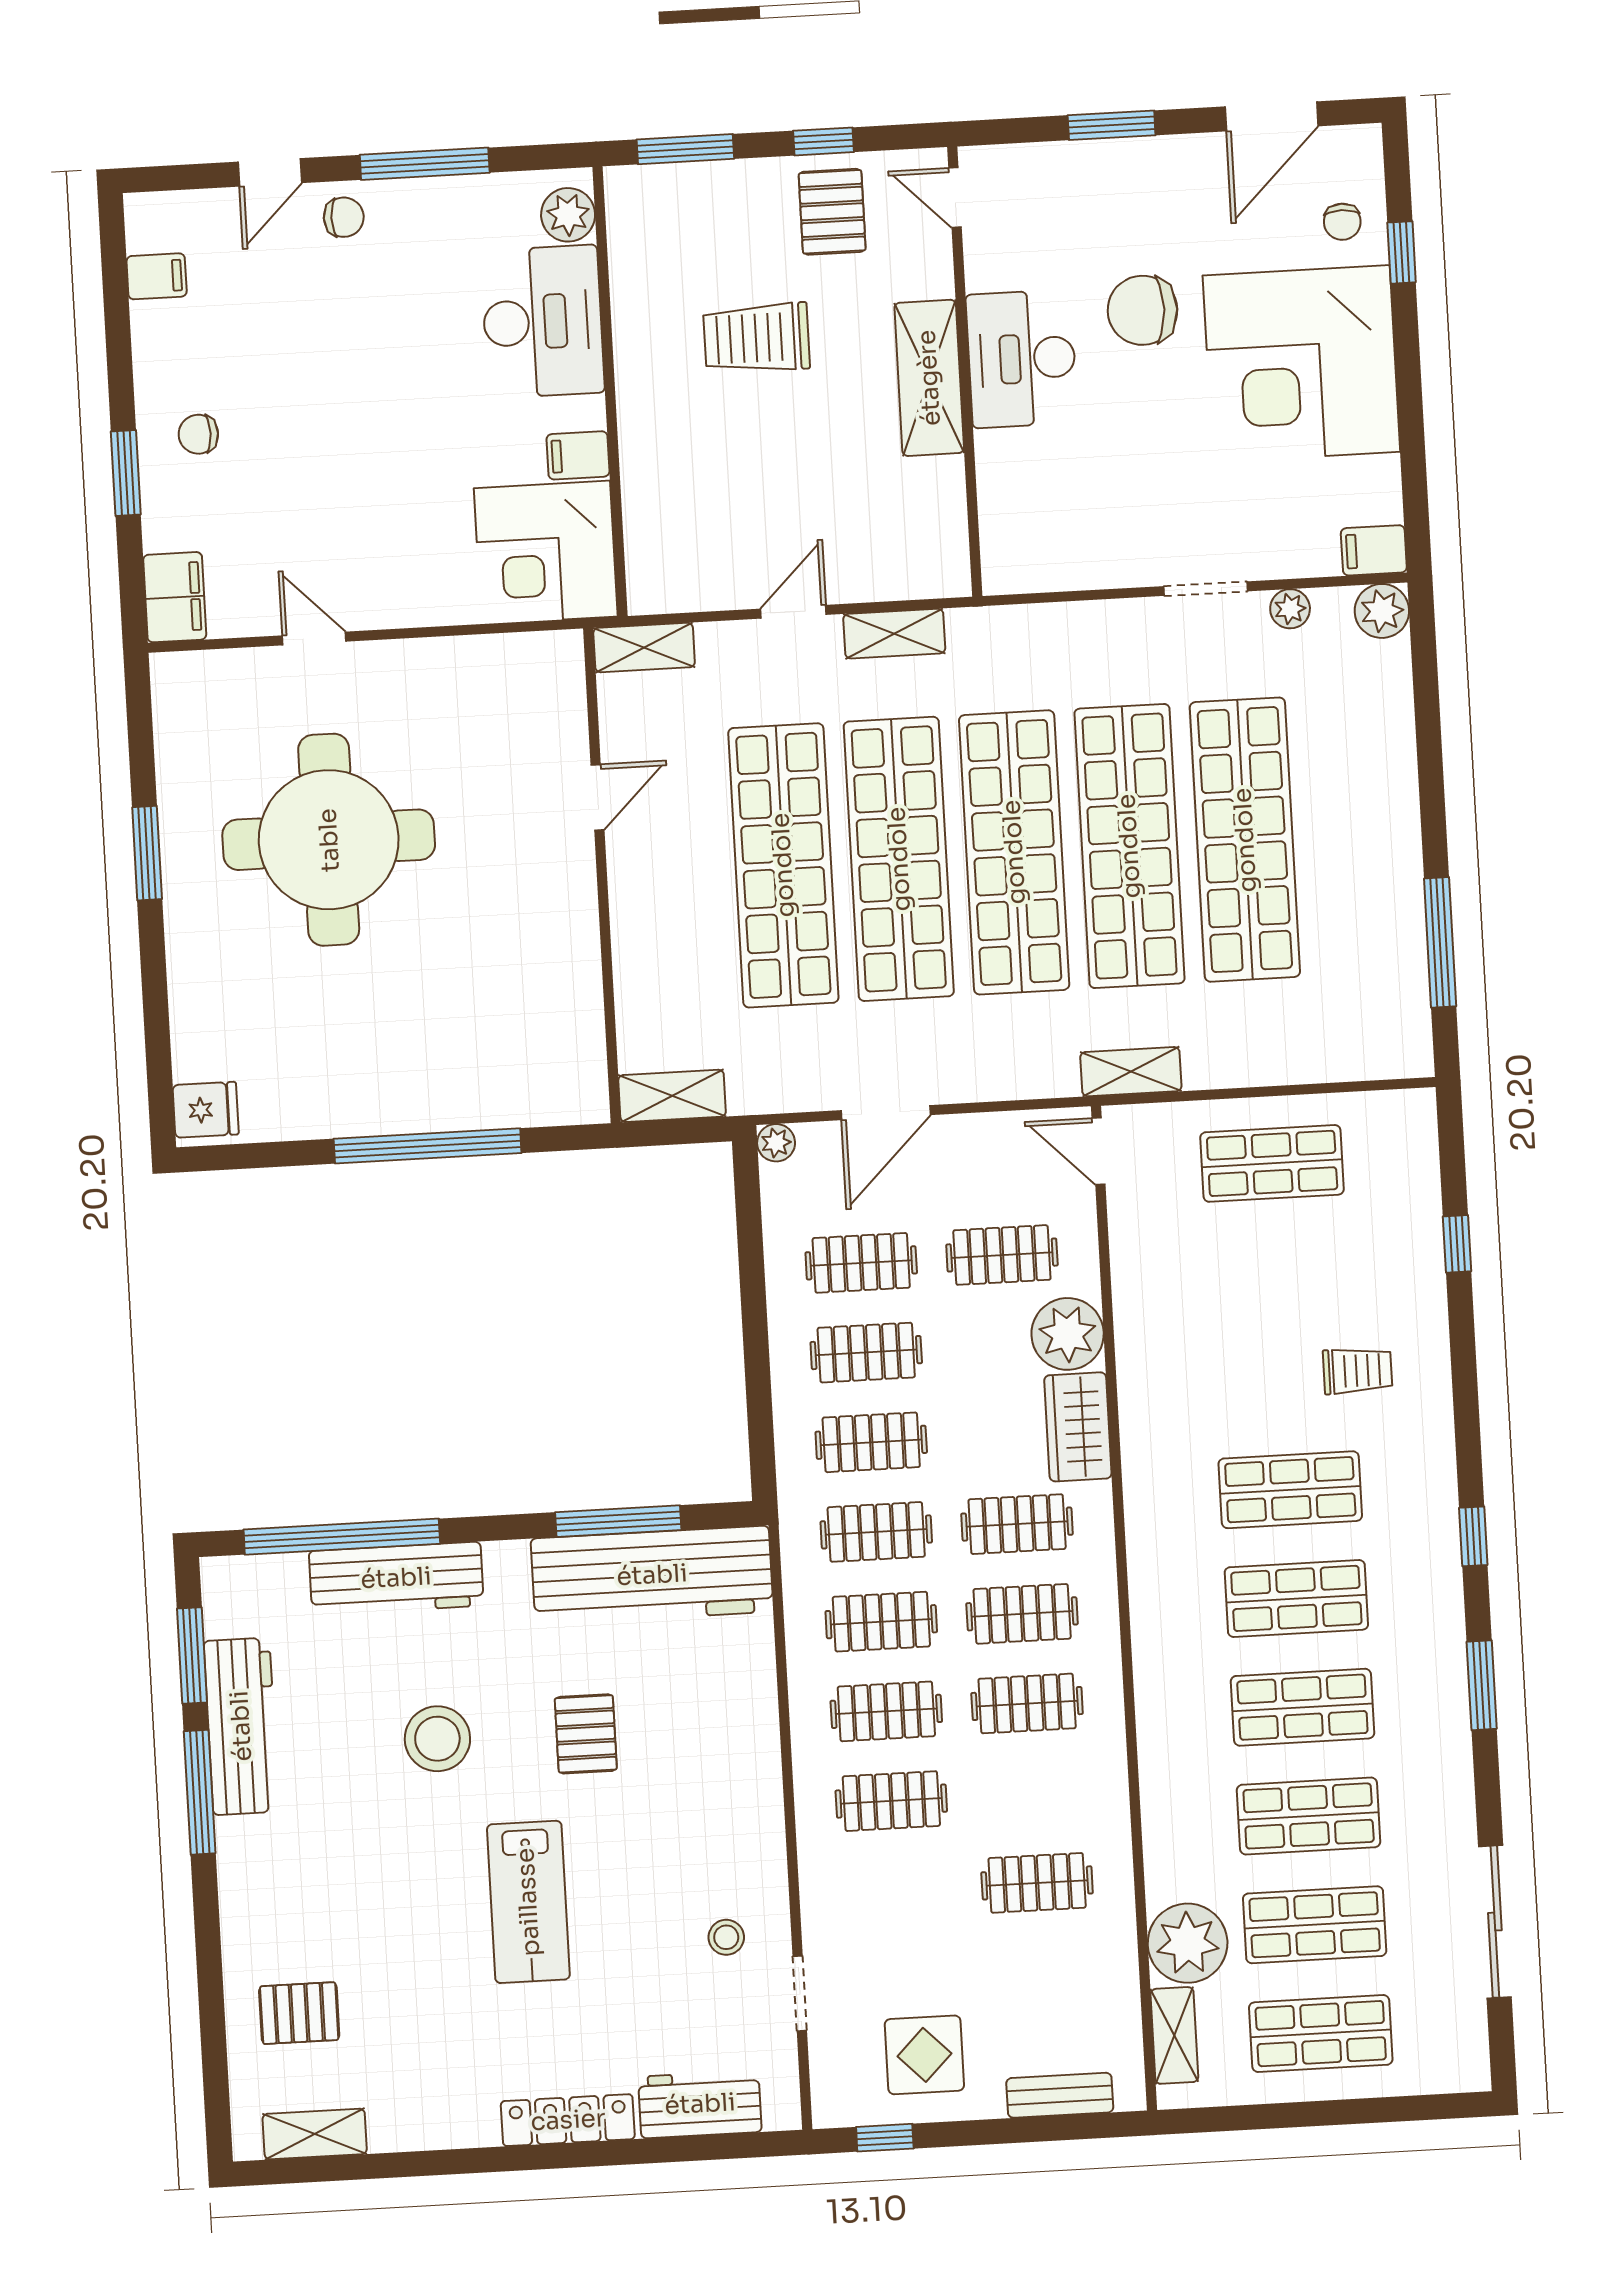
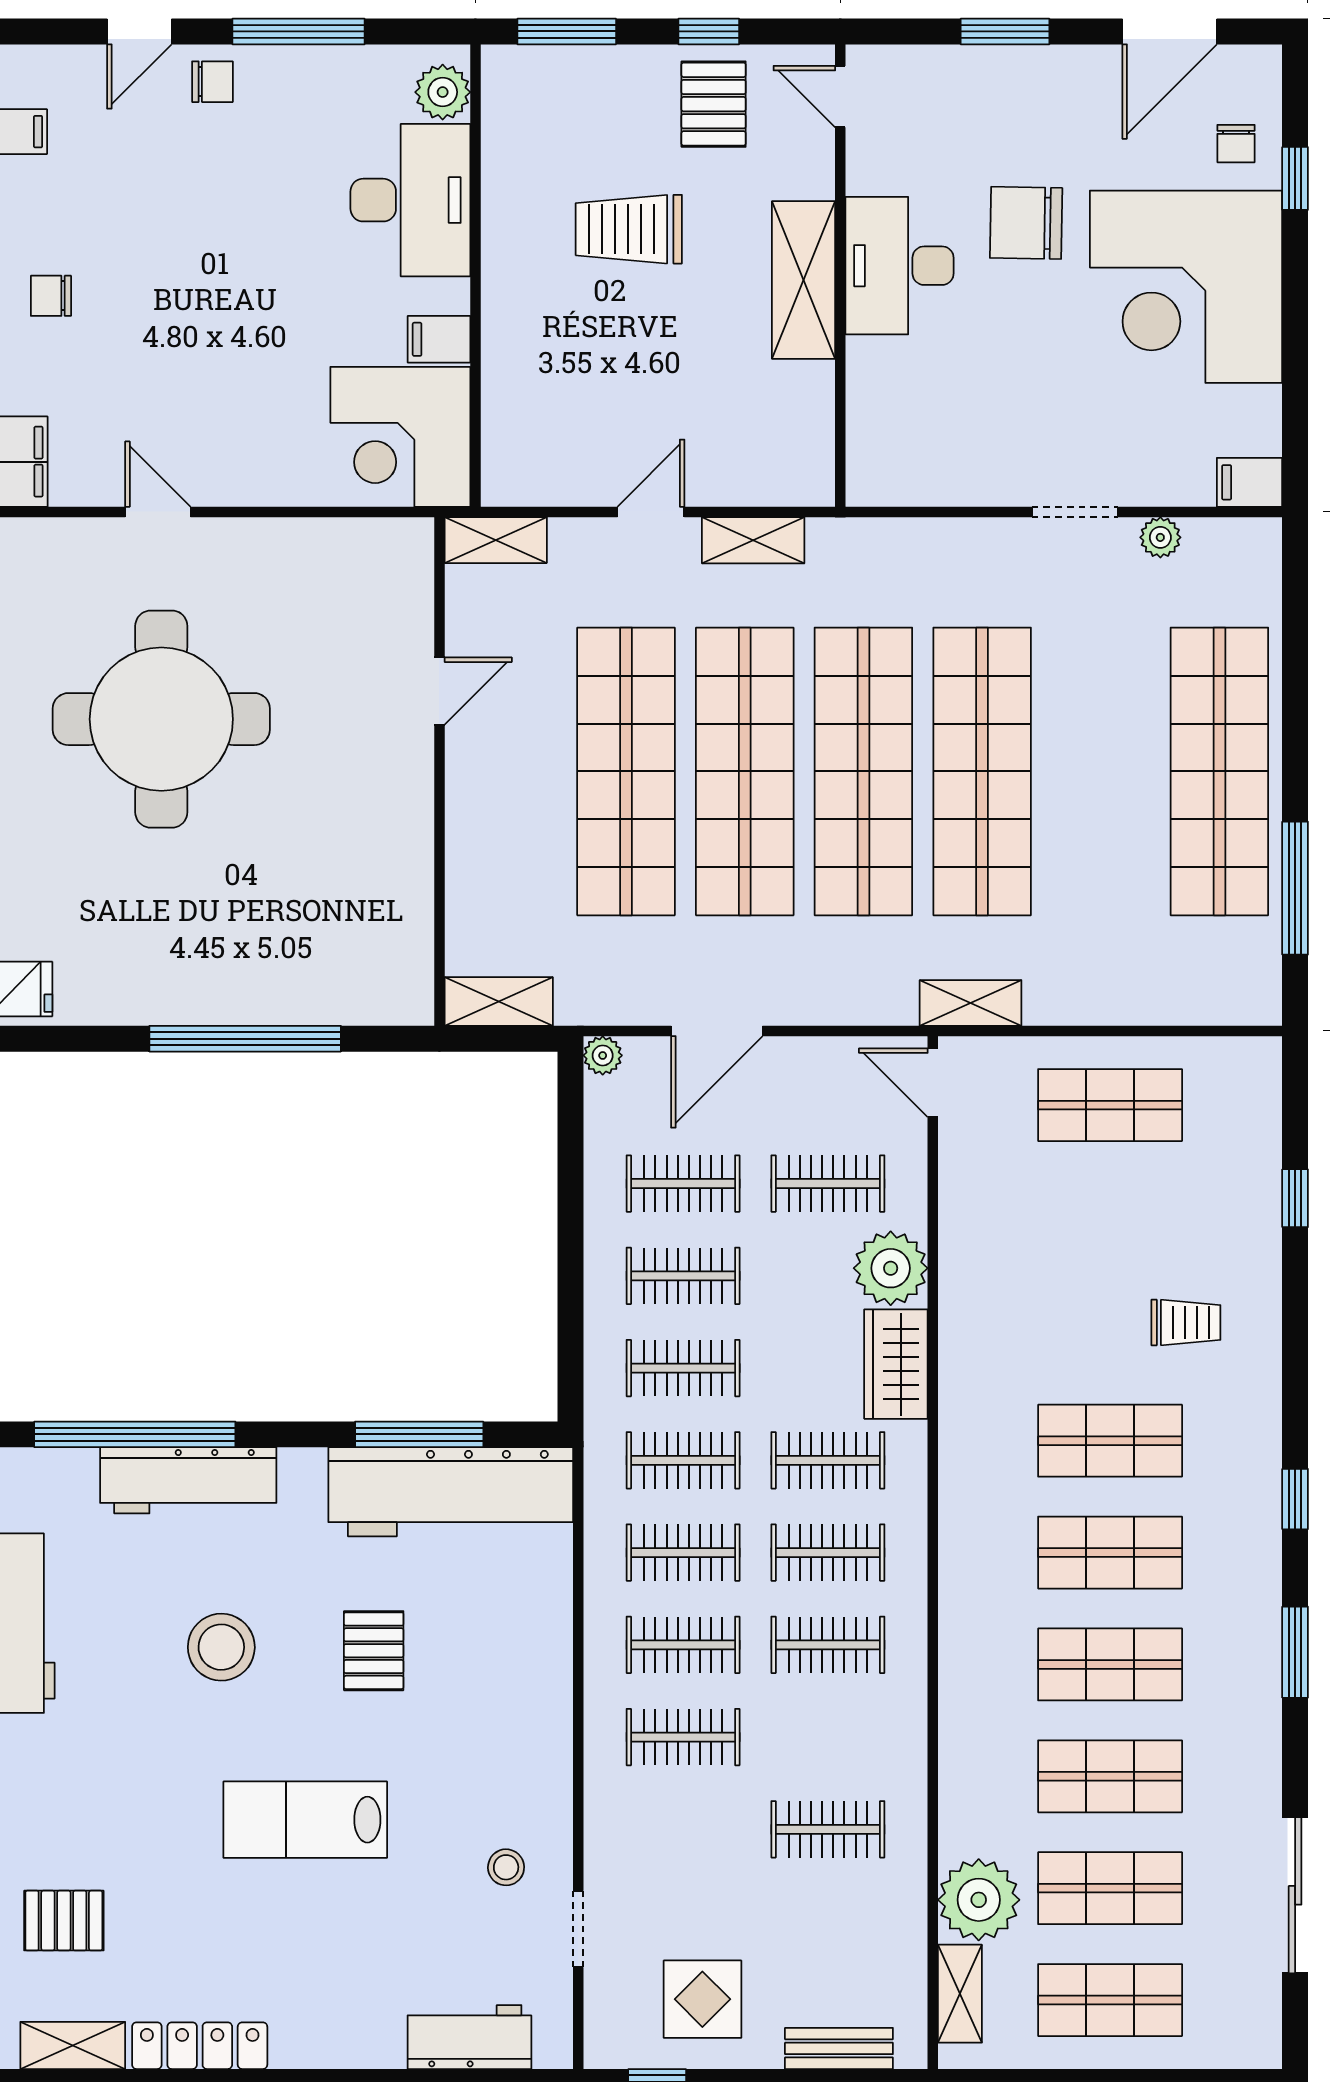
plant: (1382, 611) -> (1254, 545), removed
shop shelf: (1245, 840) -> (1219, 771), moved
lab bench: (528, 1902) -> (305, 1820), turned 90
locker: (568, 2120) -> (200, 2046), moved

